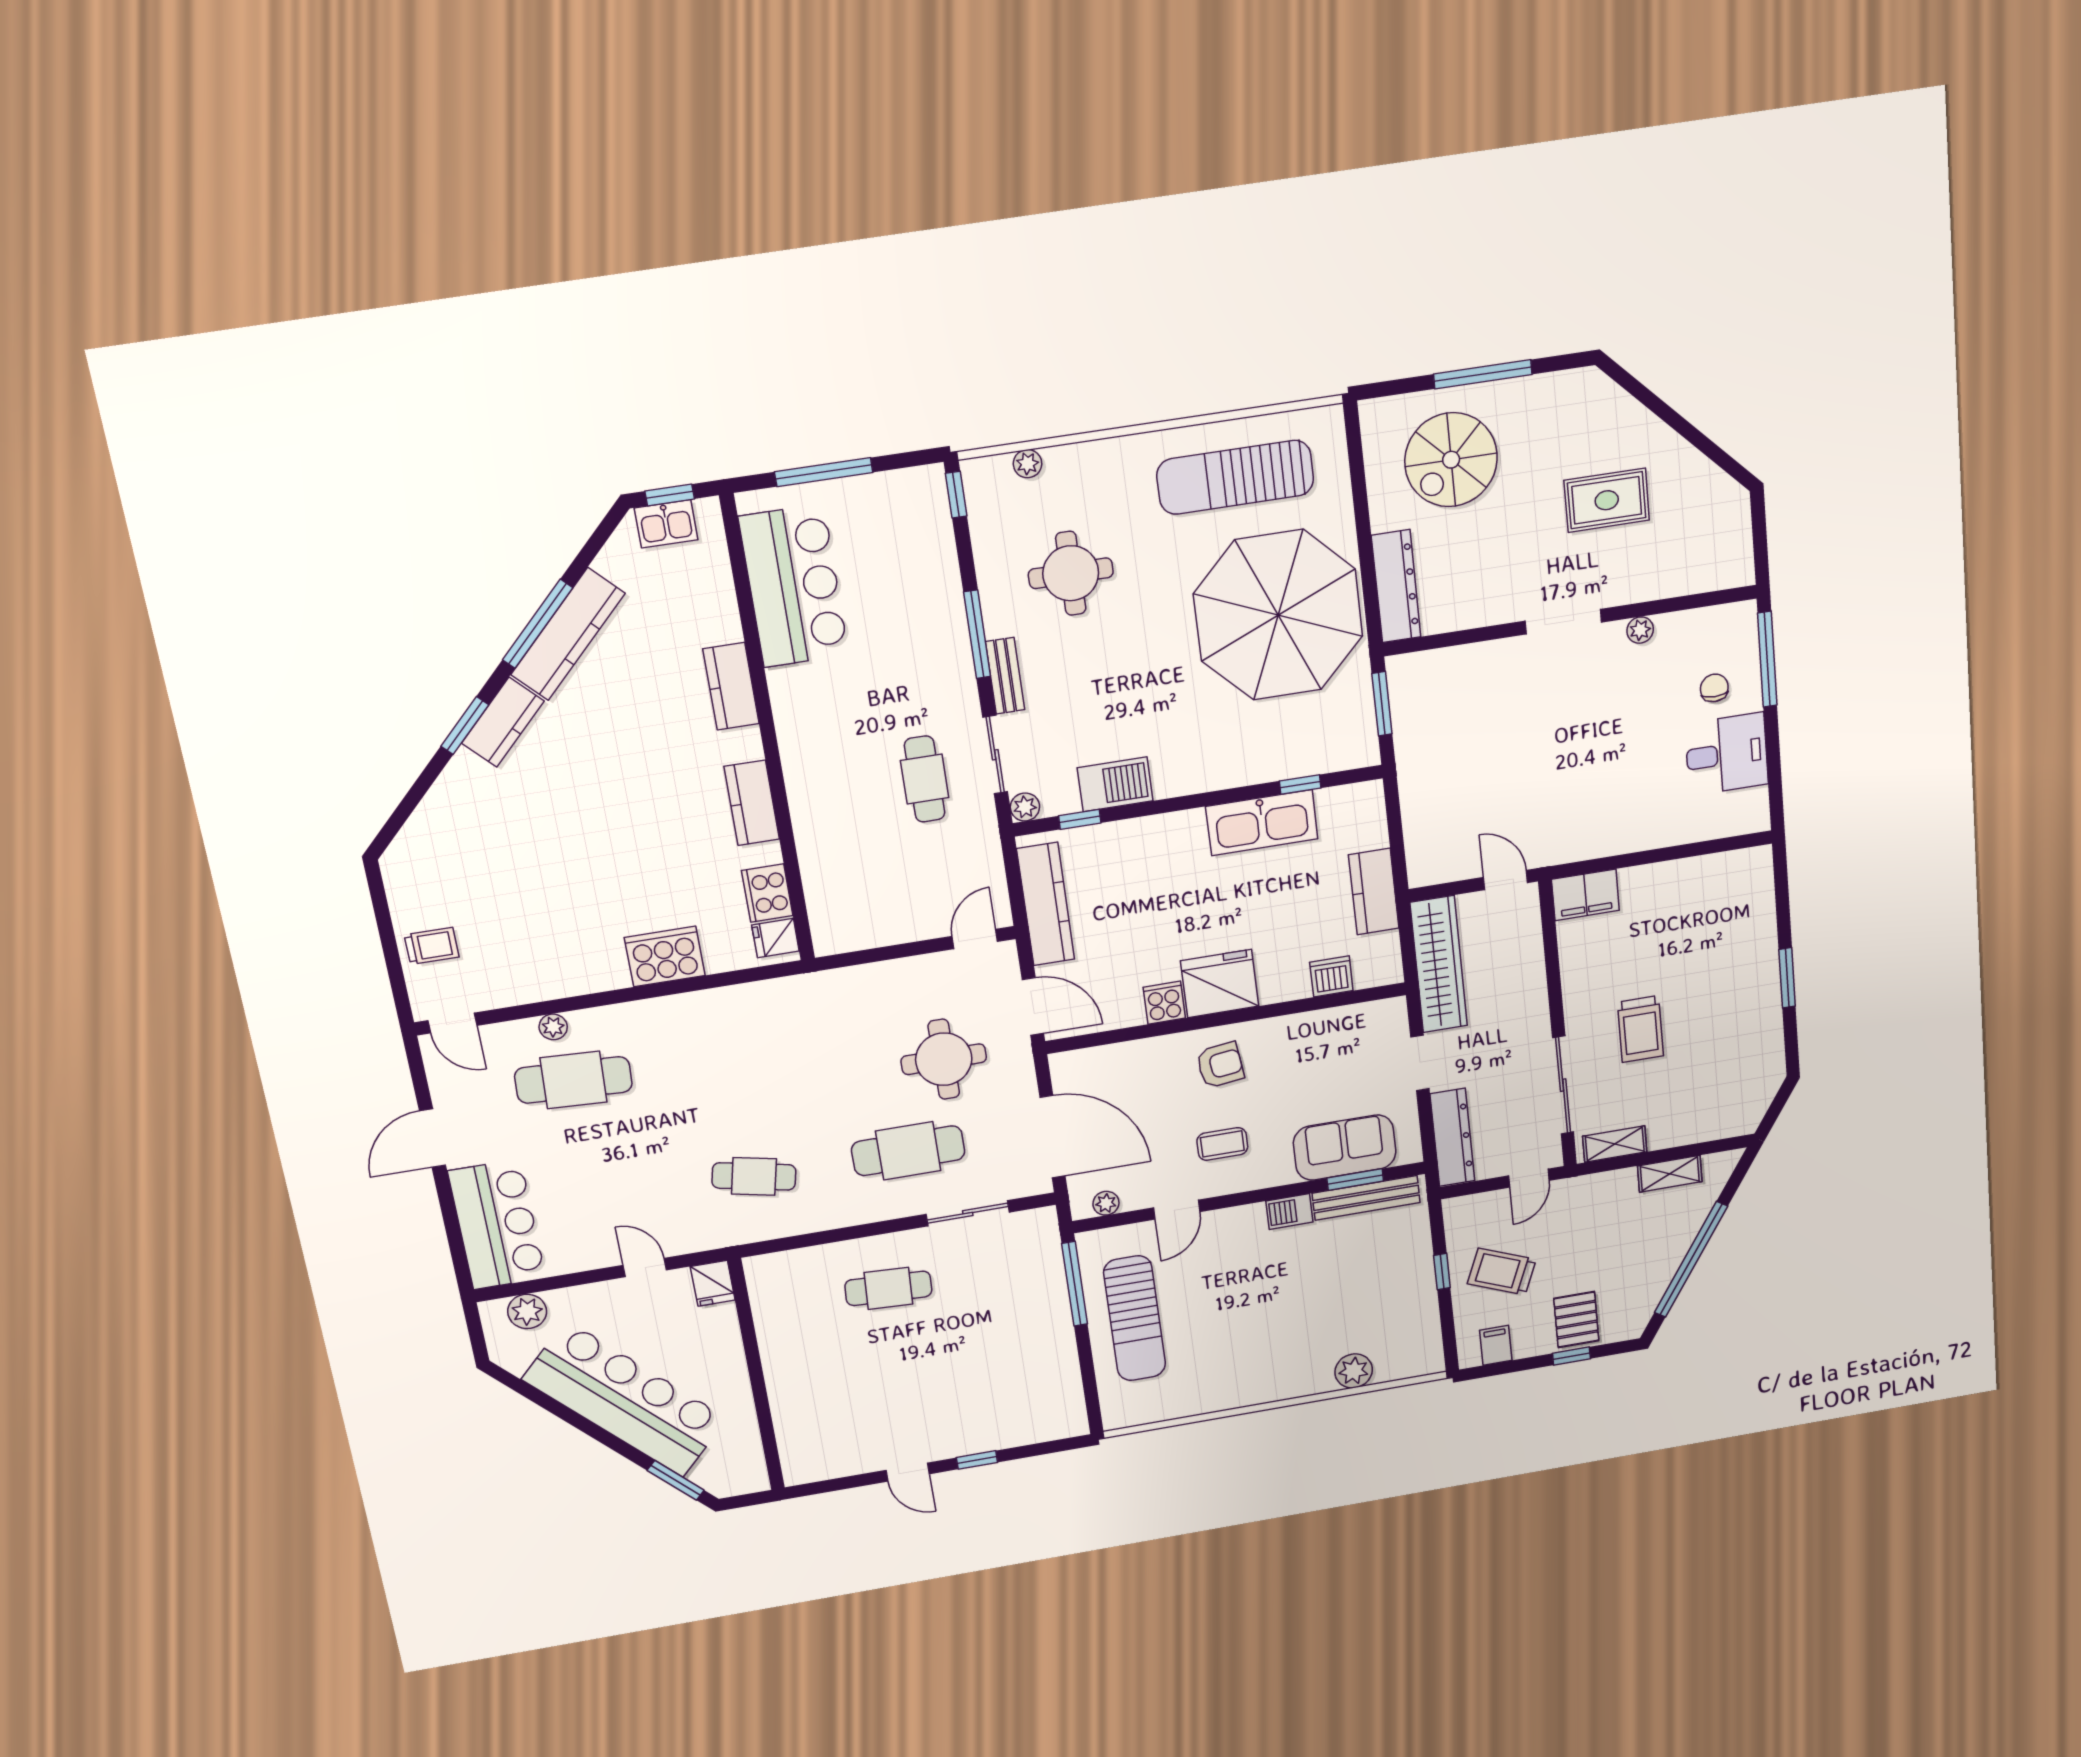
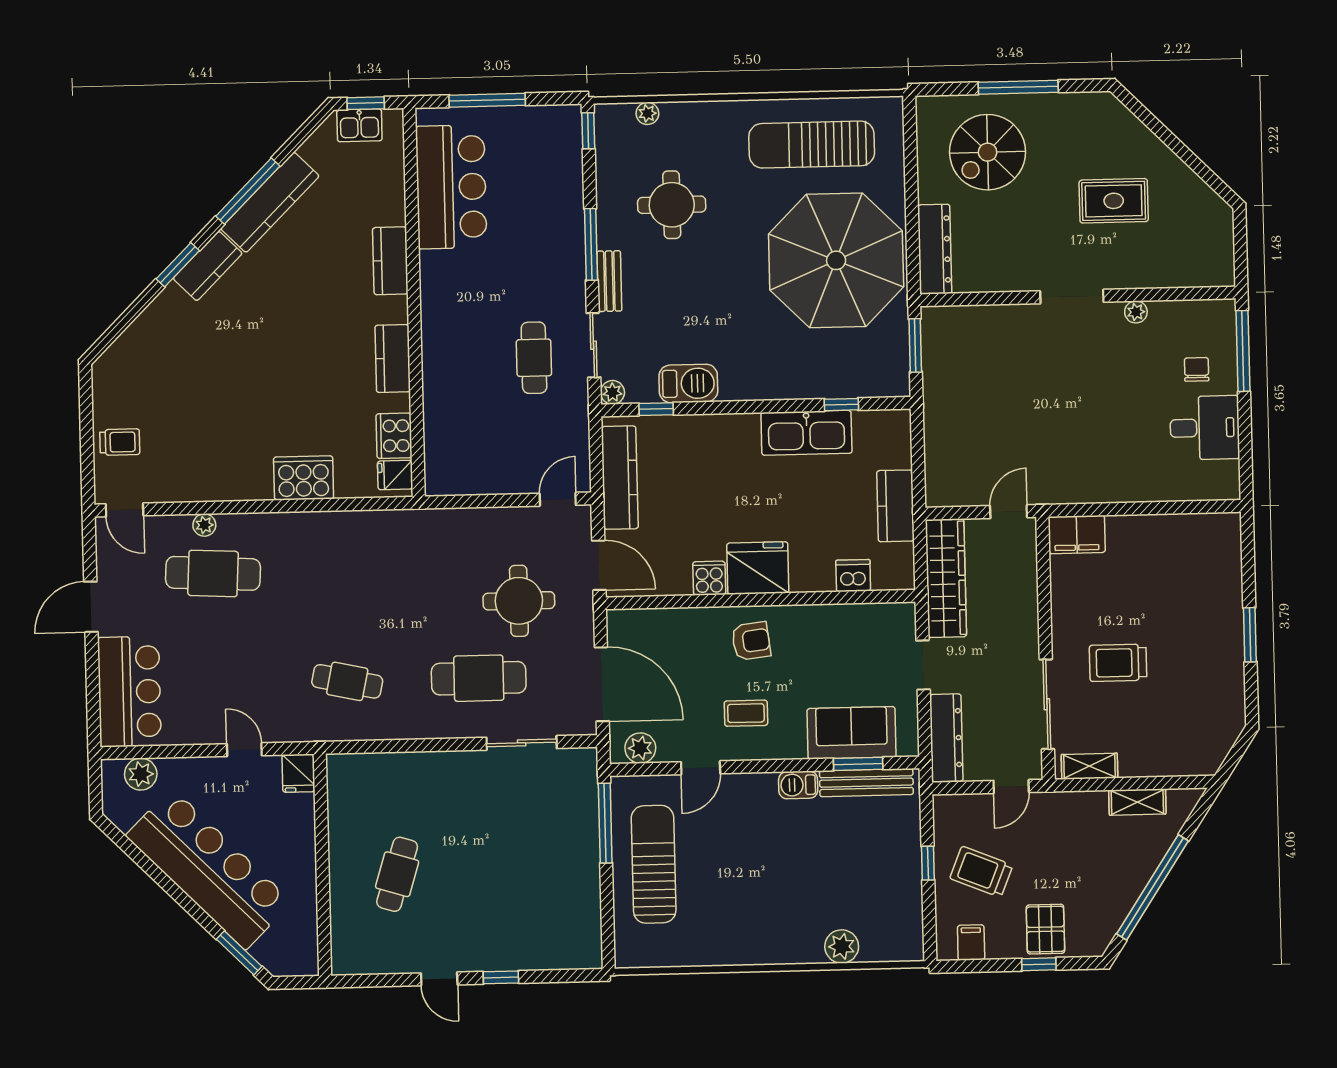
door: (1506, 880) -> (1009, 512), hinge flipped
trolley: (1640, 1029) -> (1118, 663), turned 90
plant: (1106, 1203) -> (640, 748), width x1.38, depth x1.38
cafe table: (888, 1288) -> (397, 874), moved, turned -76
sun lounger: (1135, 1318) -> (654, 864), turned 180

